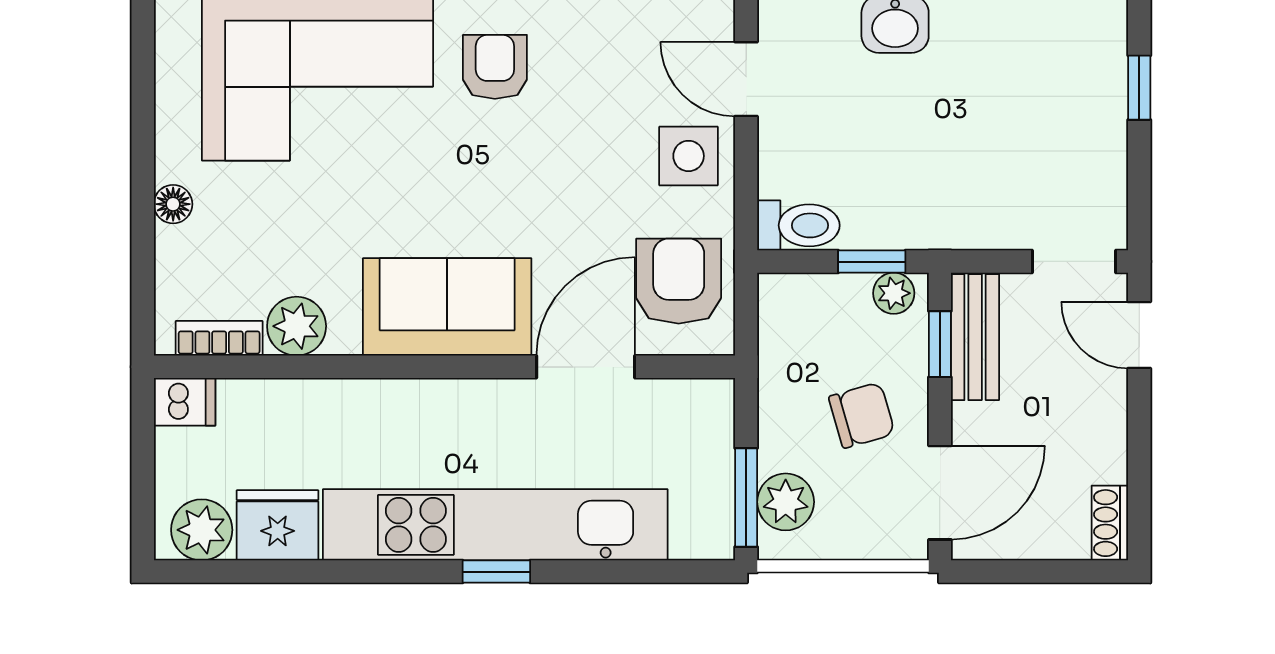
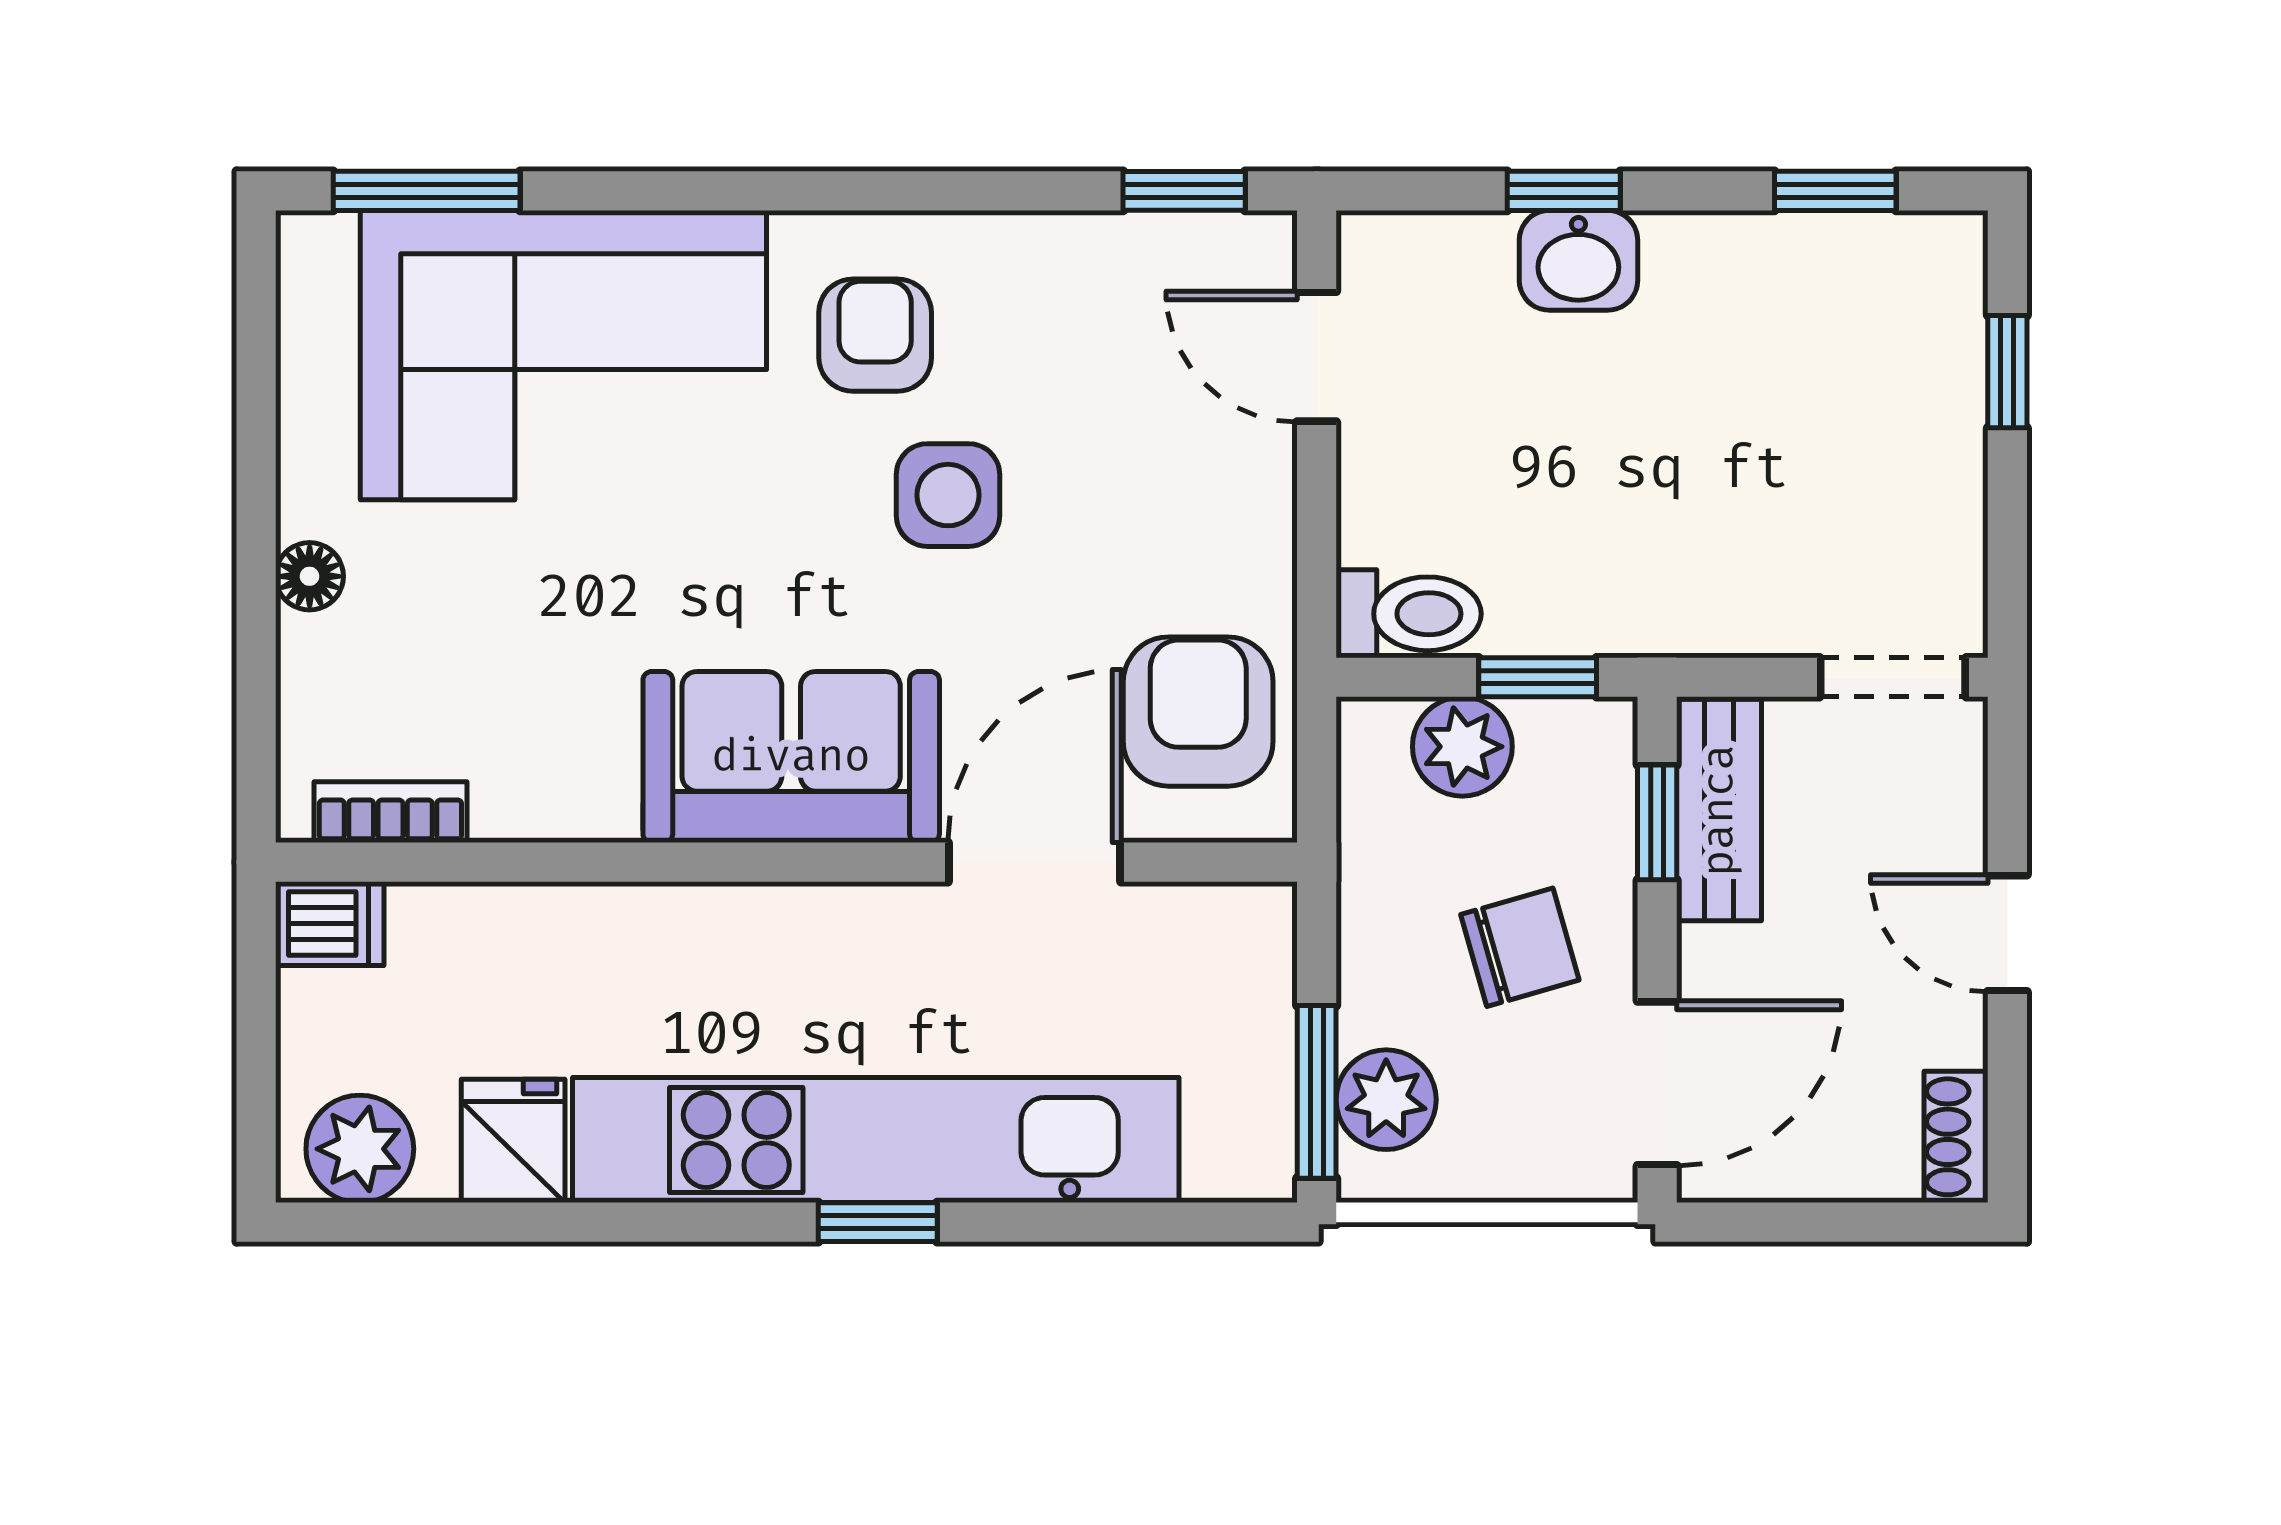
side table: (689, 156) -> (948, 495), moved
plant: (894, 293) -> (1462, 747), moved, width x1.38, depth x1.38
plant: (297, 326) -> (527, 791), removed
door: (1139, 335) -> (2007, 933), moved
fridge: (278, 525) -> (513, 1141), width x0.72

